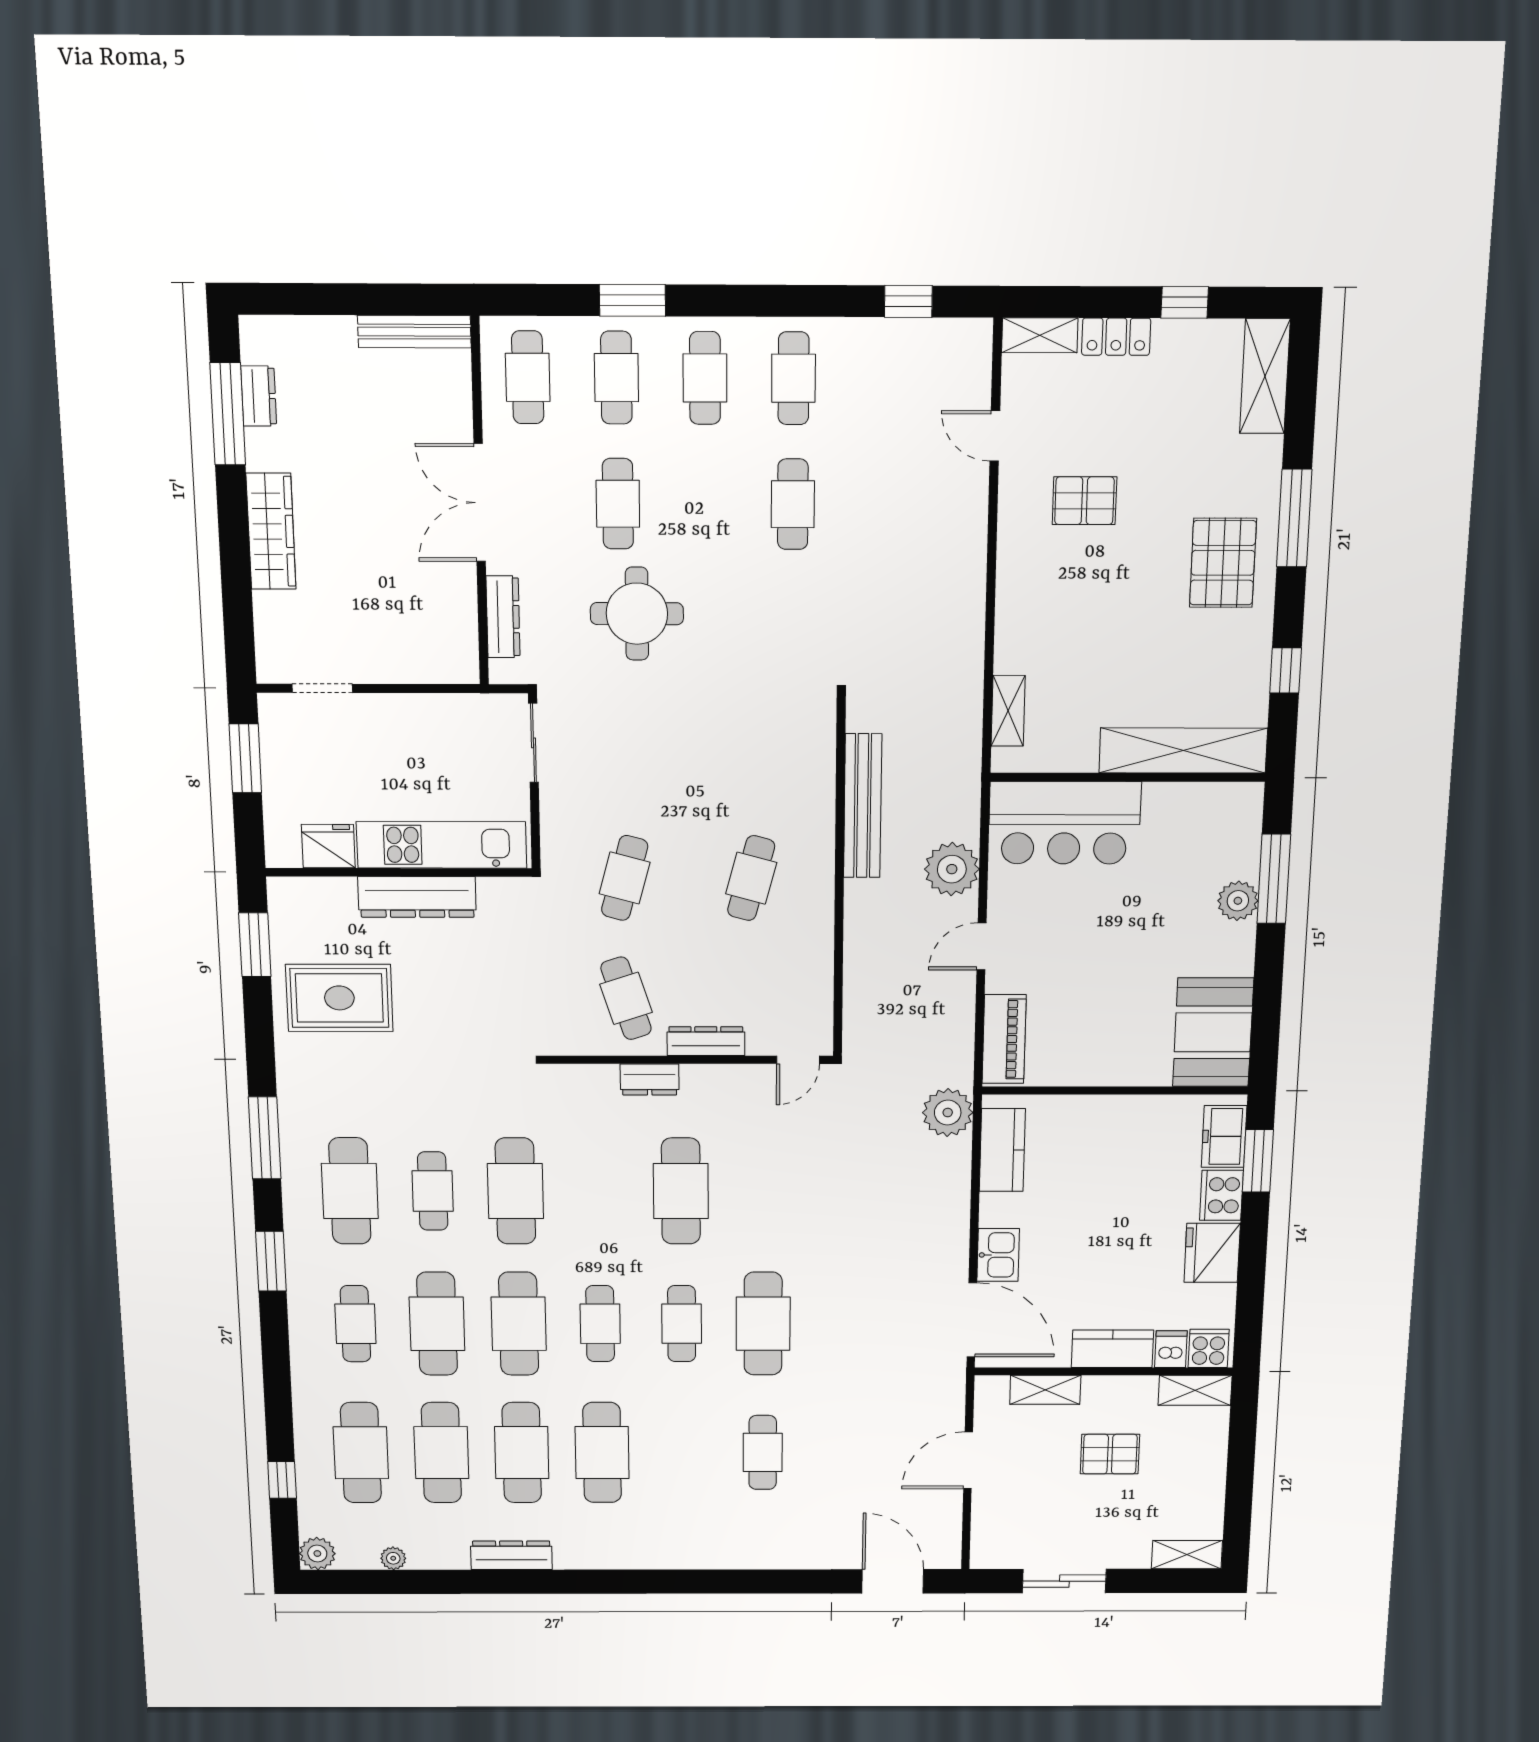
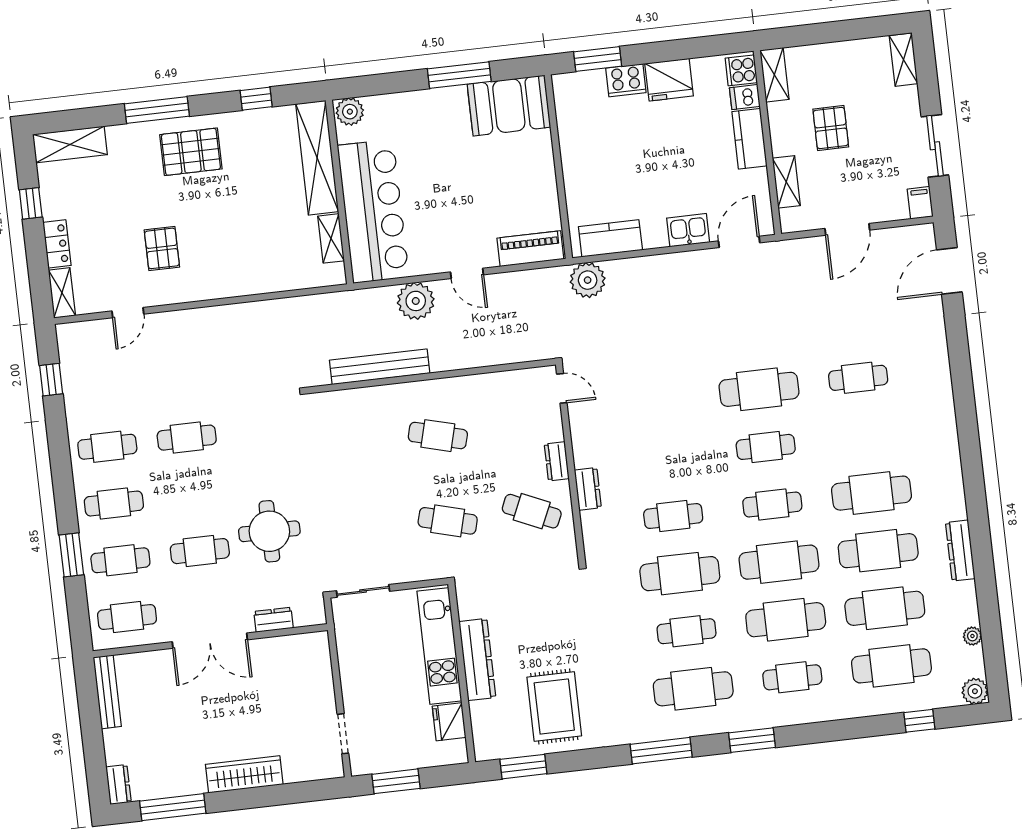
dresser: (259, 396) -> (119, 784), moved, turned 90
dresser: (503, 617) -> (274, 620), width x0.70
shelving: (1008, 711) -> (331, 238), moved, turned 90
bar counter: (1064, 823) -> (373, 211), width x1.36
window: (1274, 879) -> (459, 75), moved
plant: (1238, 901) -> (350, 112), moved
cafe table: (626, 998) -> (532, 511), turned 42
dresser: (706, 1041) -> (557, 461), width x0.70
freezer: (1224, 1136) -> (583, 86), removed
cafe table: (681, 1191) -> (673, 516), moved, width x0.73, depth x0.74
door: (972, 1320) -> (739, 242), width x0.73
door: (968, 1460) -> (847, 229), hinge flipped
filing cabinet: (990, 1555) -> (920, 203), added

